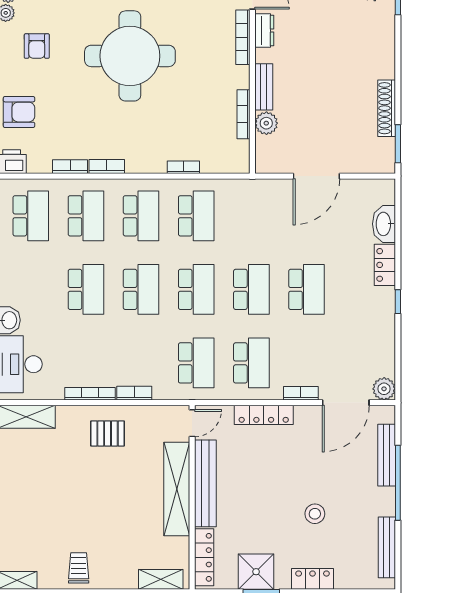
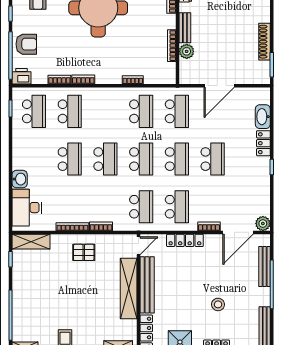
school desk: (141, 216) -> (177, 111), moved

